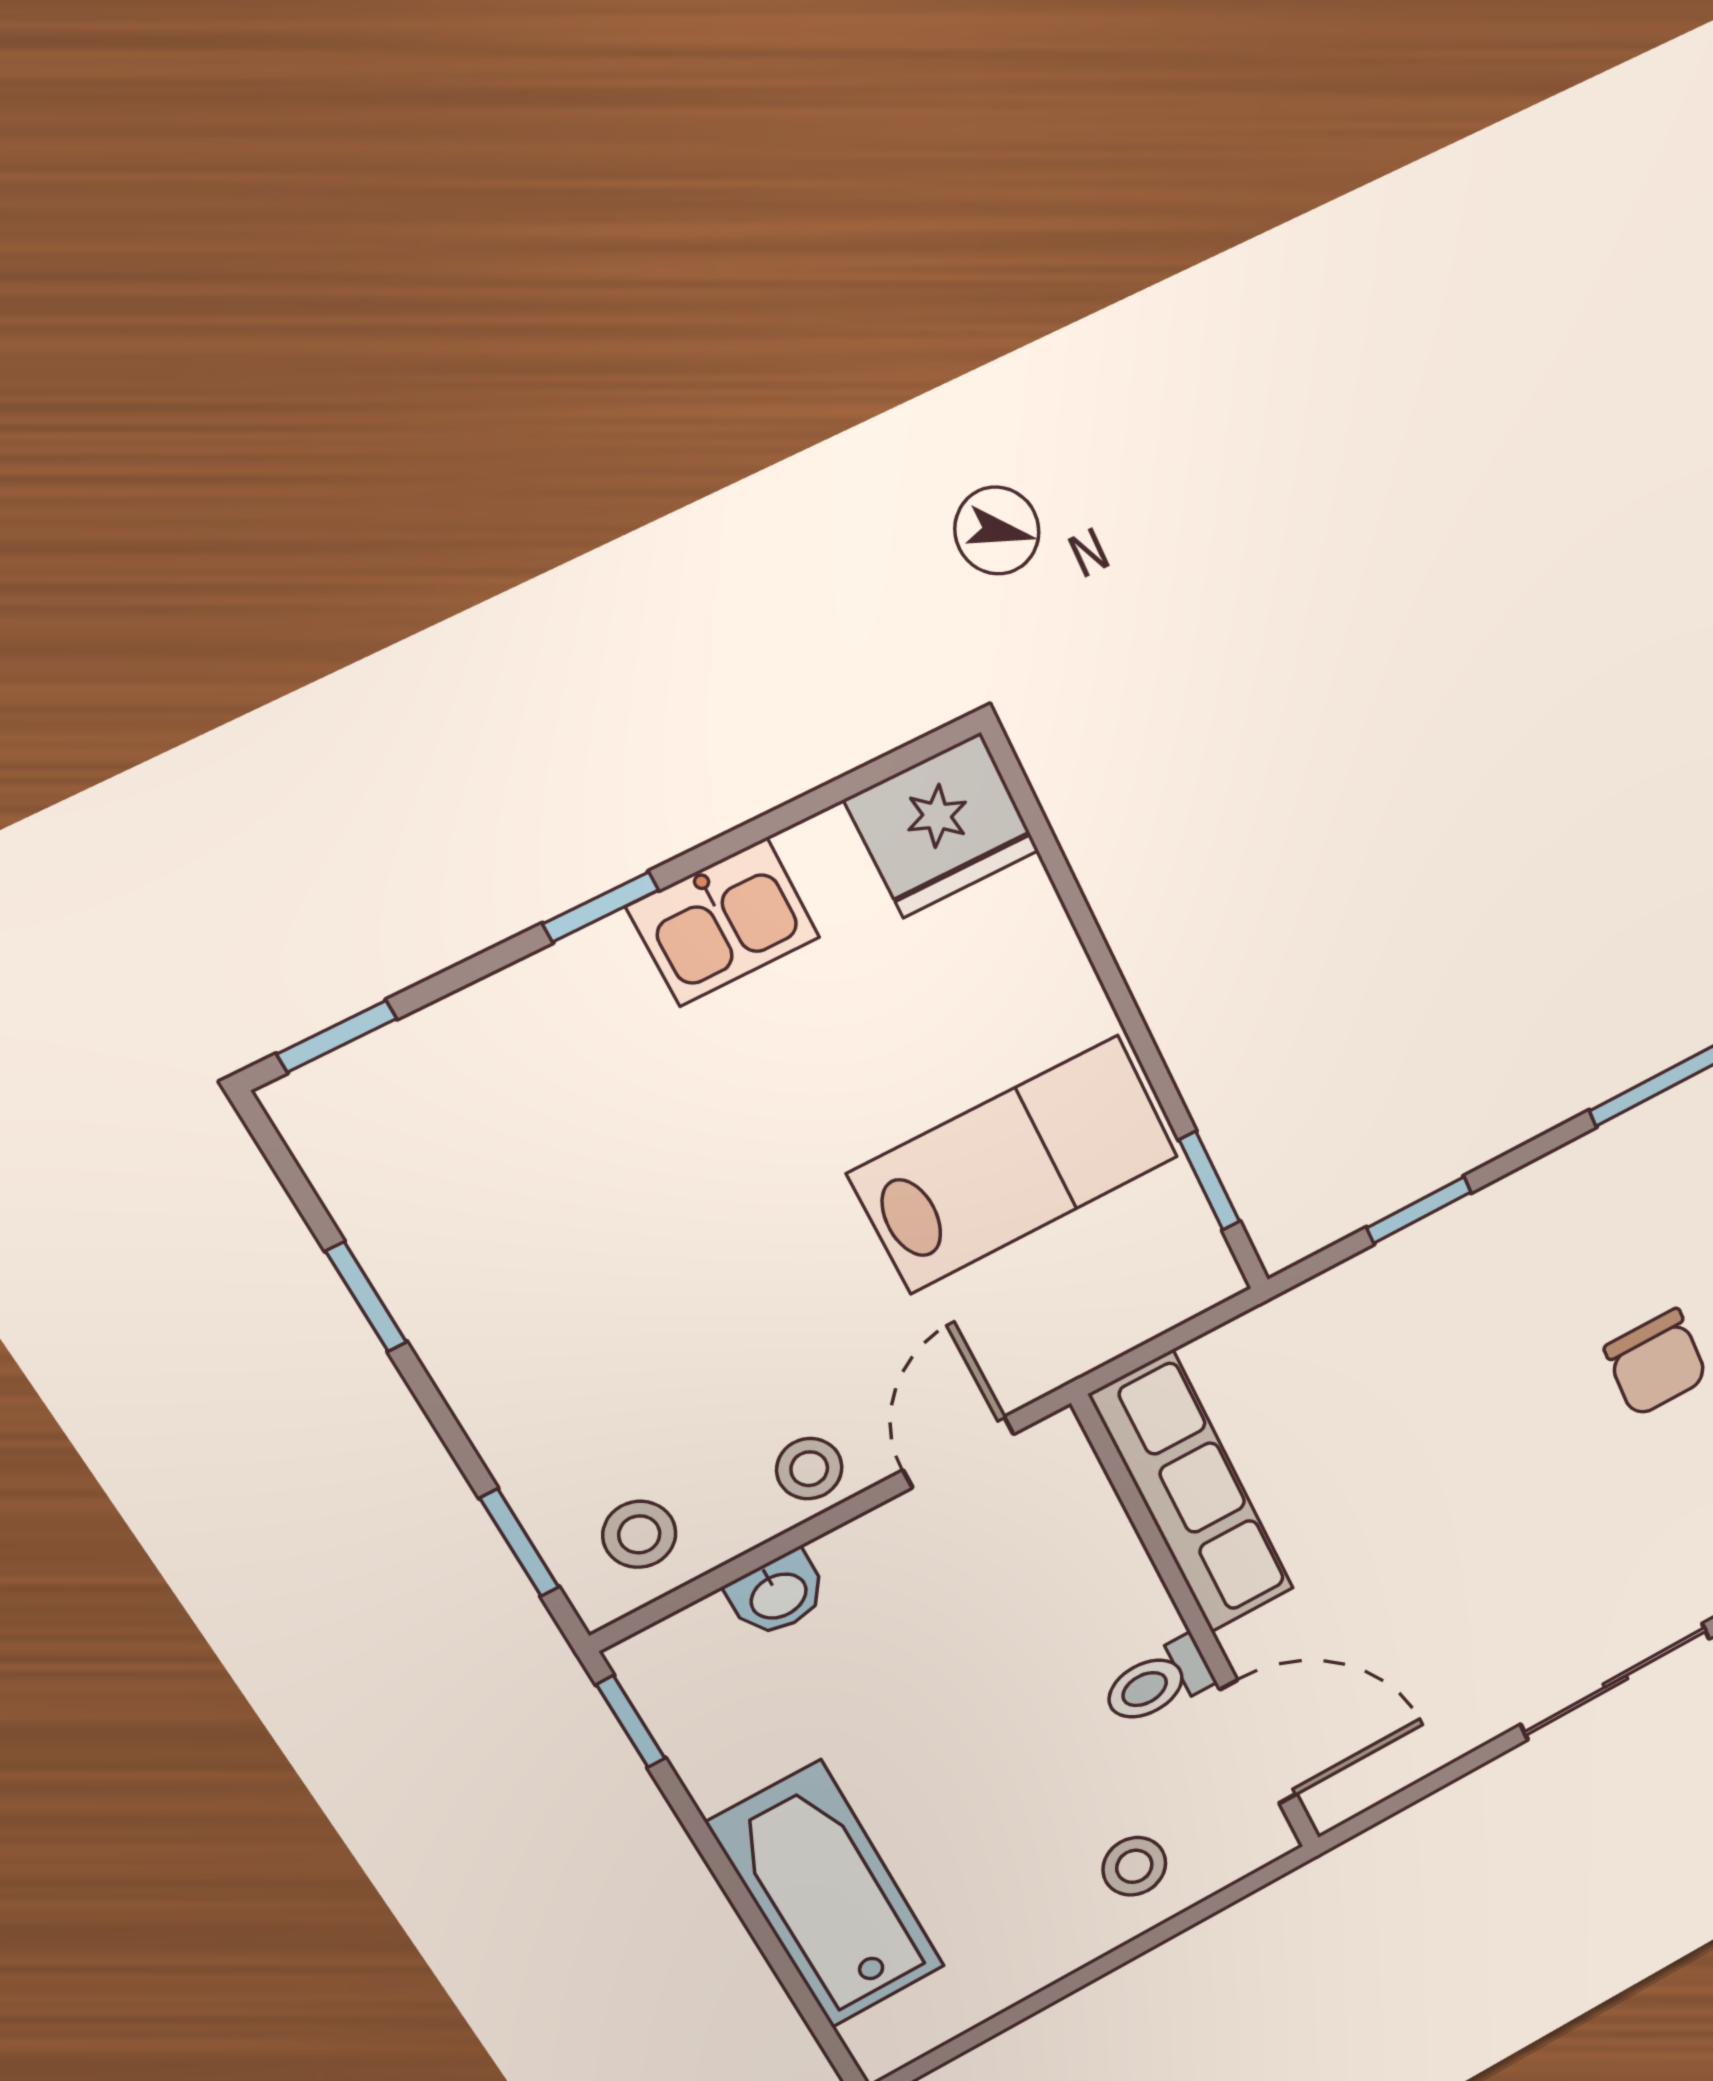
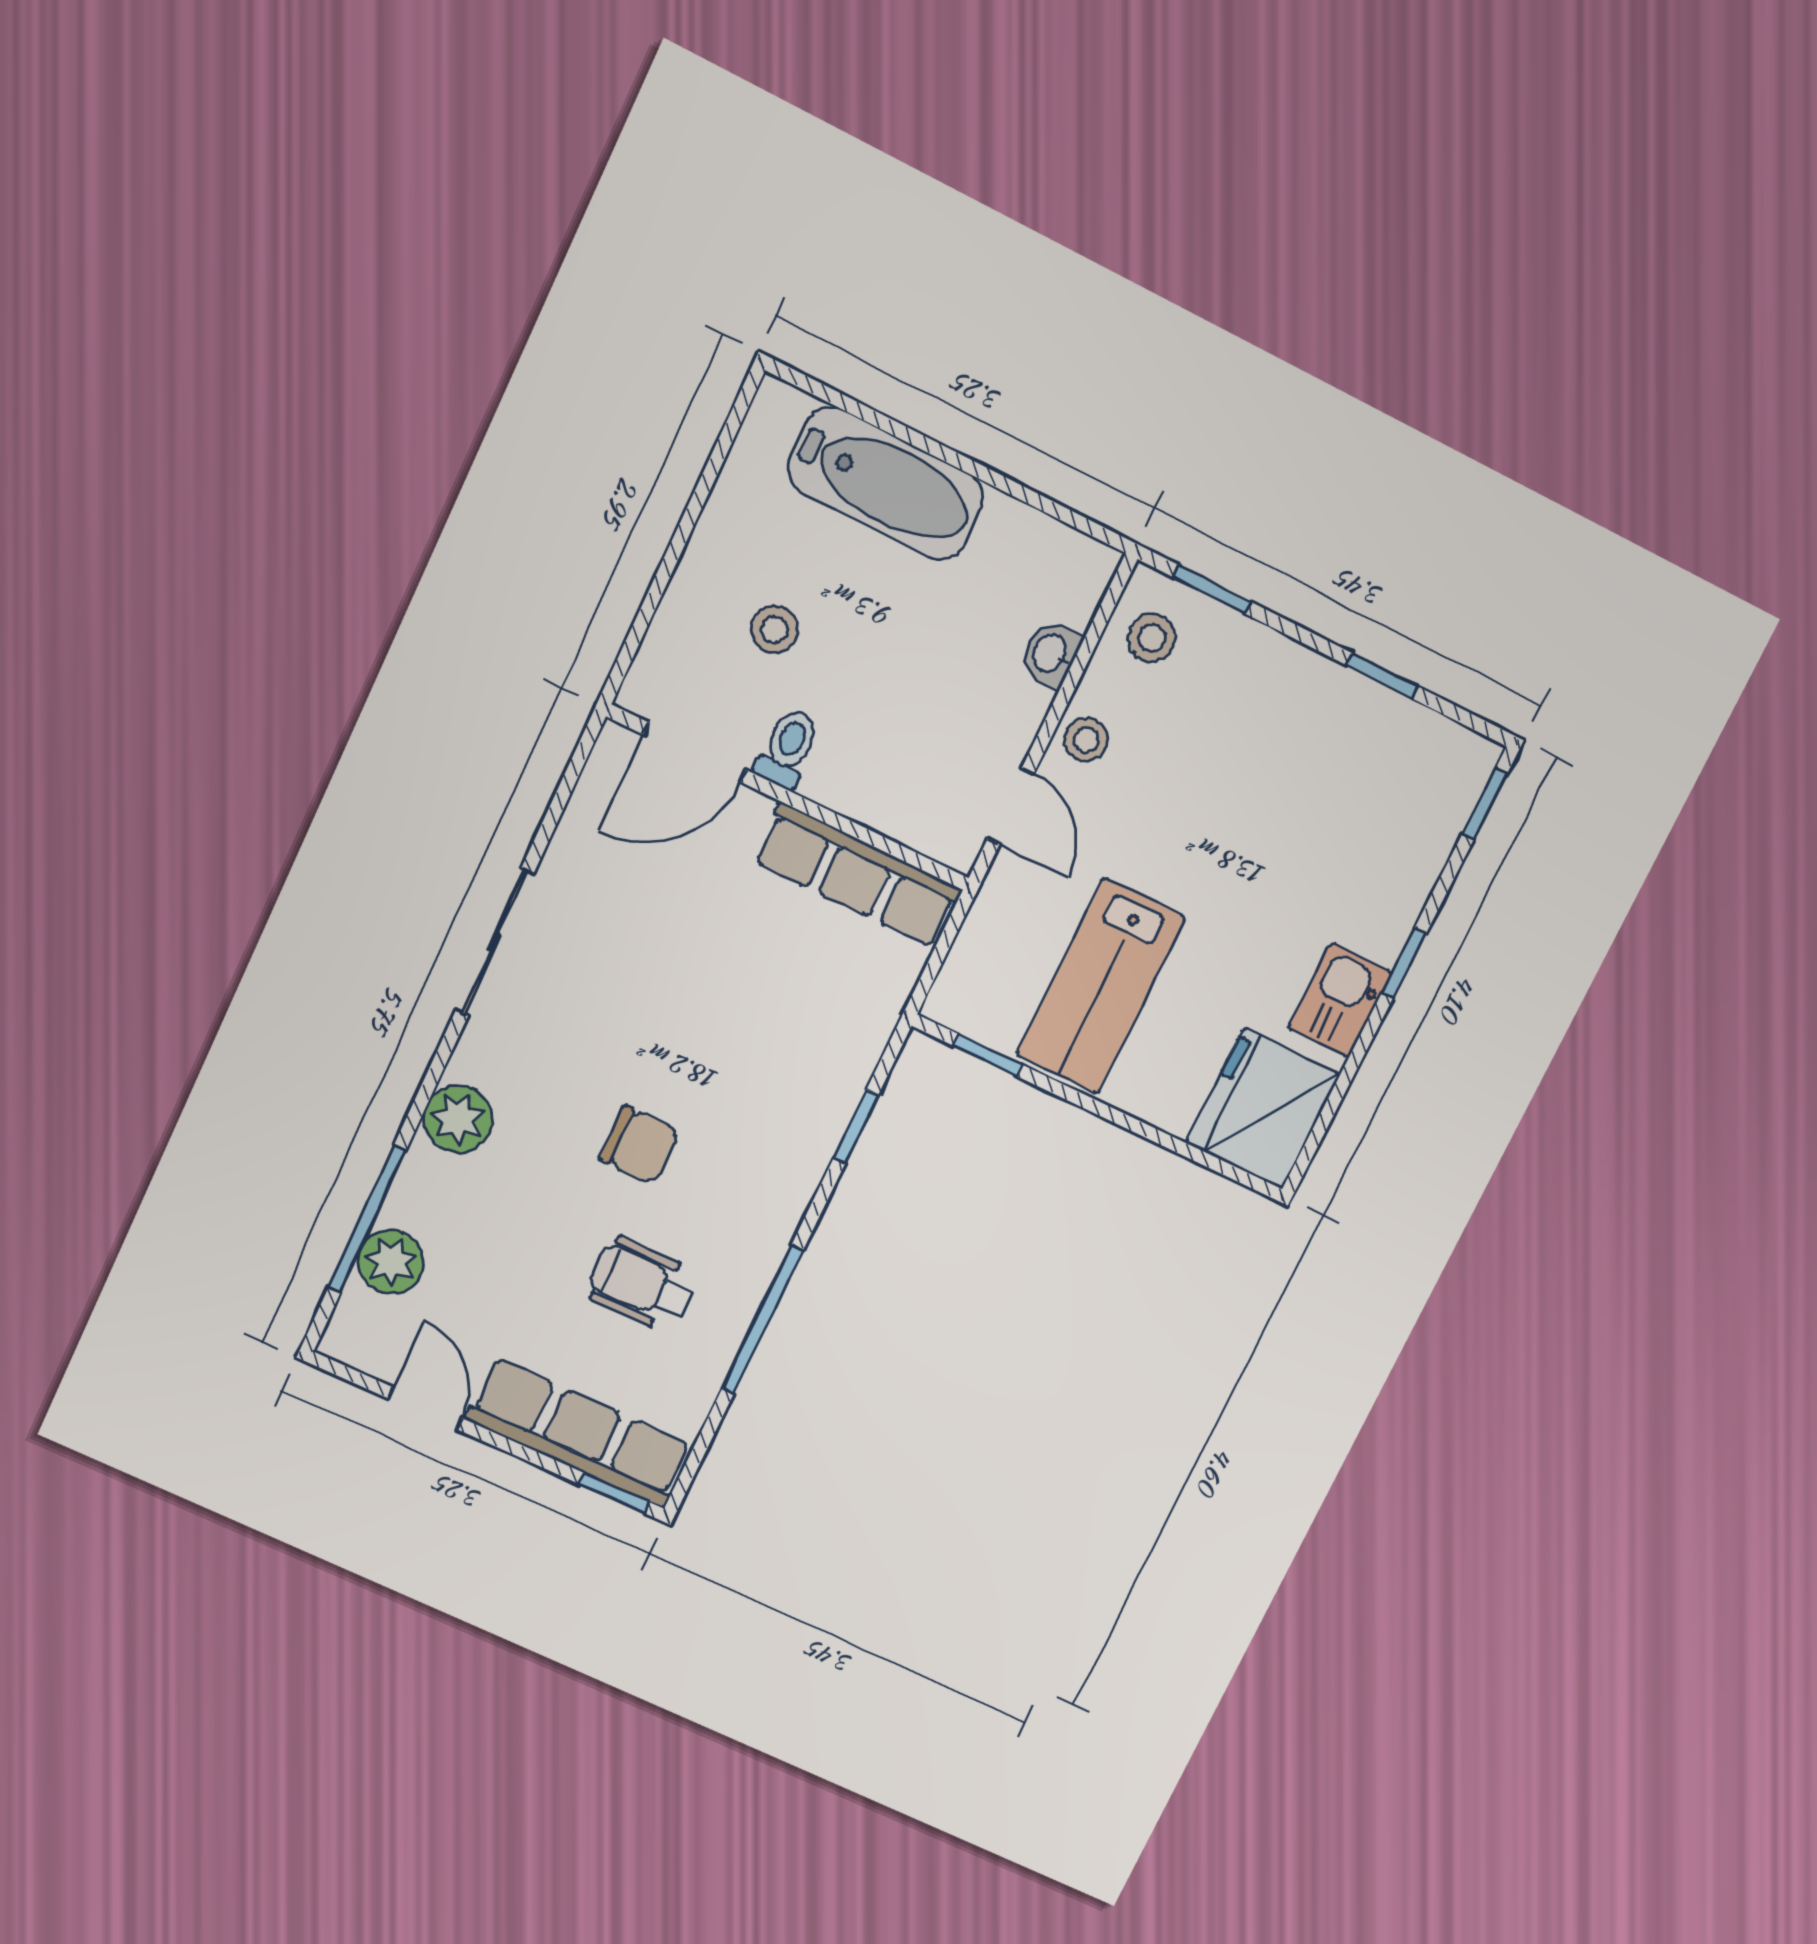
fridge: (942, 825) -> (1263, 1109), width x1.36, depth x1.34
chair: (1656, 1363) -> (639, 1145), turned 180
window: (631, 1722) -> (1078, 522), removed
stool: (1134, 1866) -> (774, 630), moved

